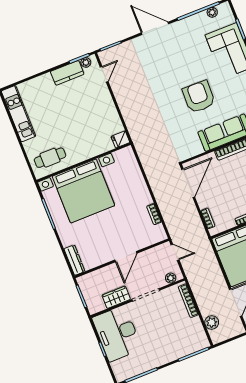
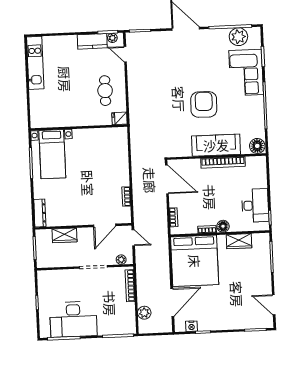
plant: (212, 12) -> (238, 37), width x1.87, depth x1.87
door: (104, 74) -> (125, 54), swing flipped
cafe table: (50, 158) -> (105, 91), moved, turned 90
door: (188, 183) -> (167, 179), hinge flipped
bed with nightstands: (83, 191) -> (52, 154), width x0.54
door: (126, 257) -> (105, 225), moved
wardrobe: (116, 297) -> (64, 235), moved, turned 180
desk: (117, 334) -> (73, 319), moved, turned -90

